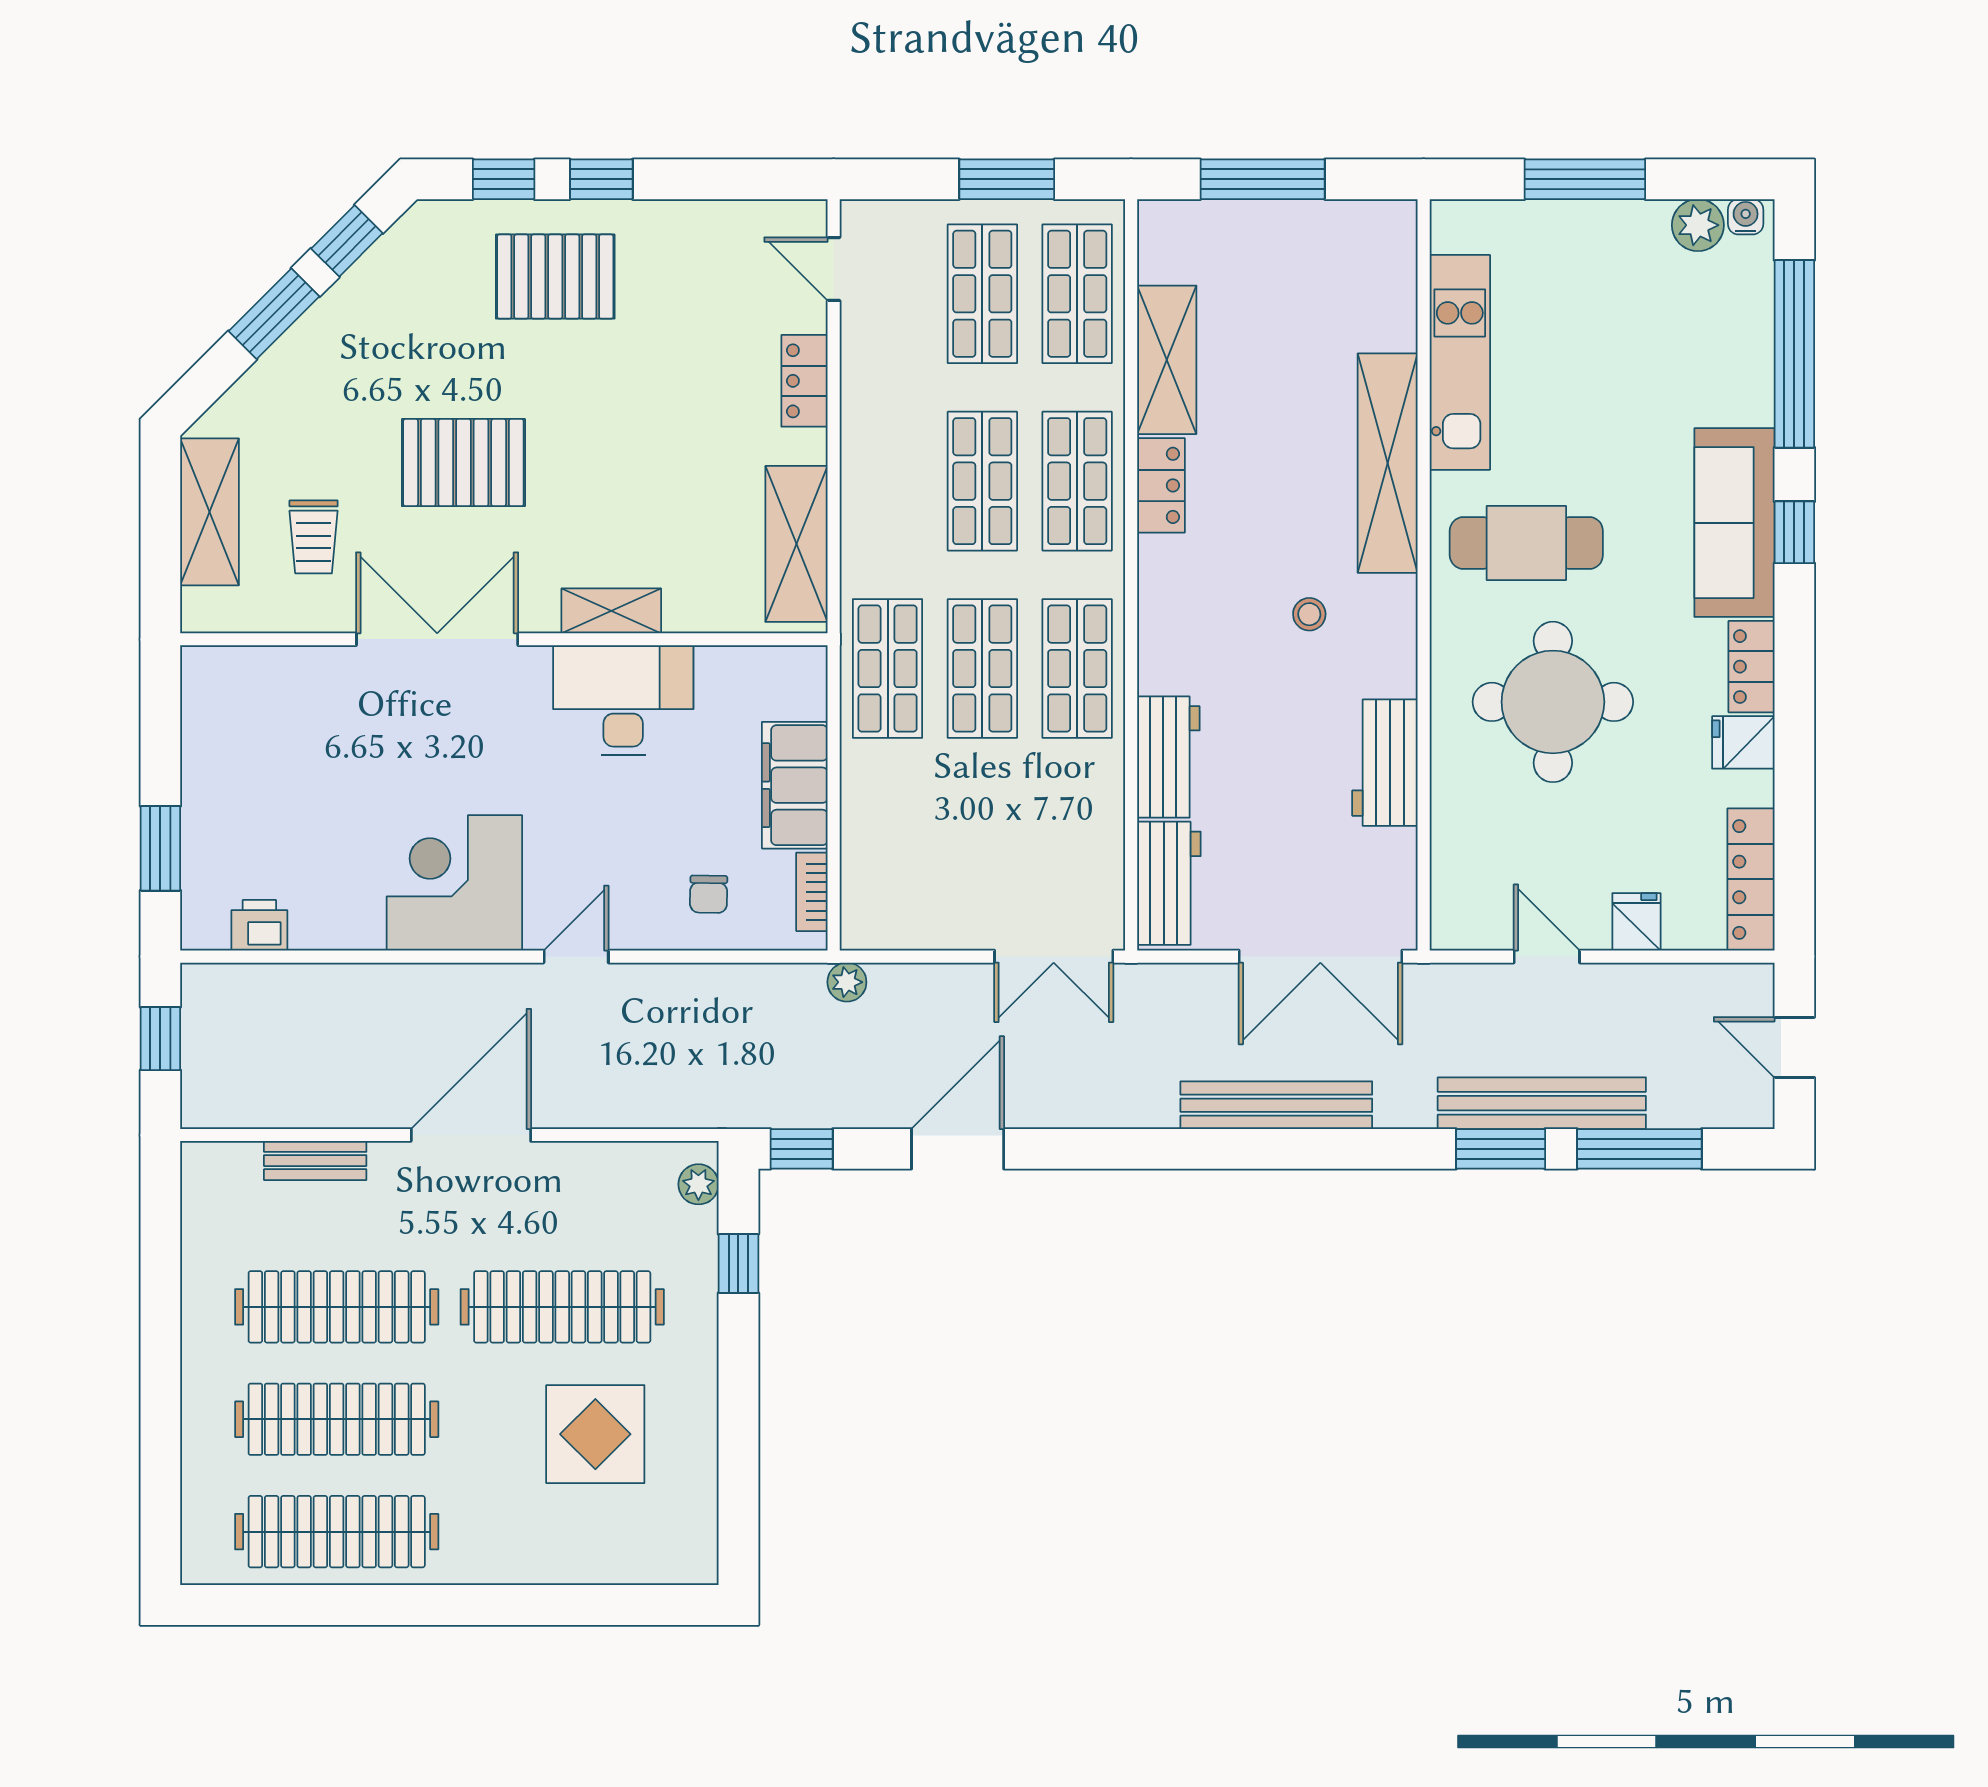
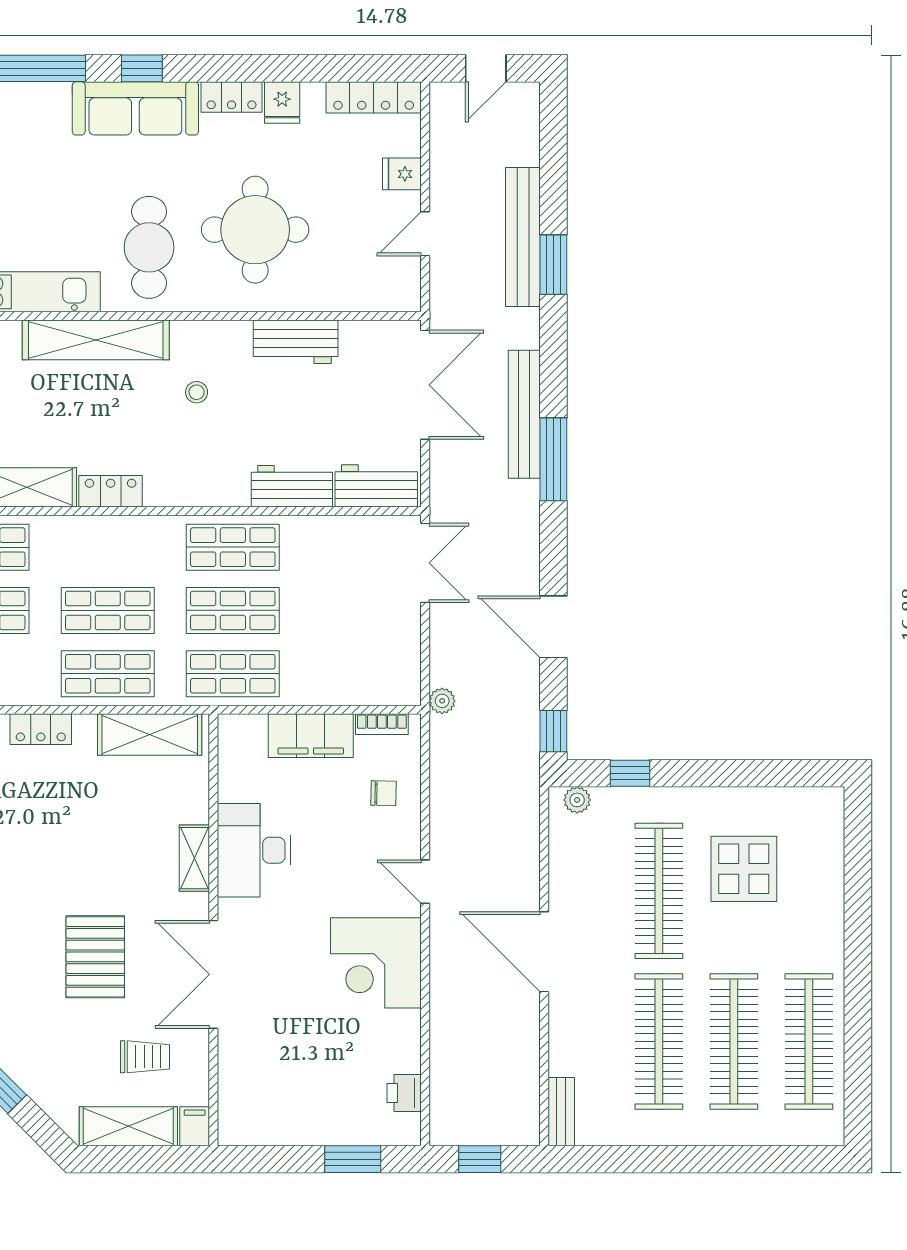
shop shelf: (1077, 481) -> (108, 674), moved
filing cabinet: (210, 611) -> (195, 1126), added
window: (1639, 1149) -> (553, 459), moved
bench: (315, 1161) -> (561, 1112), moved

